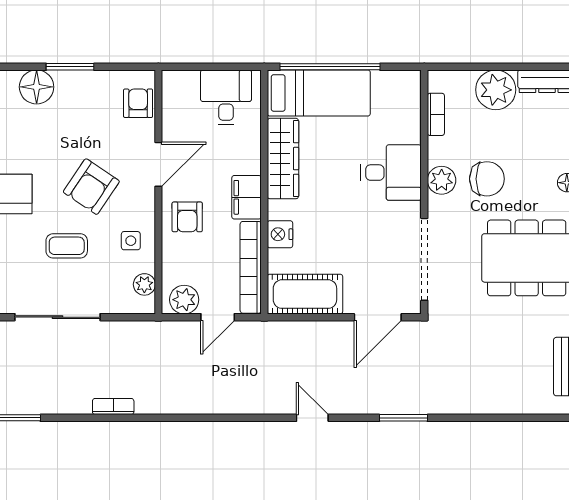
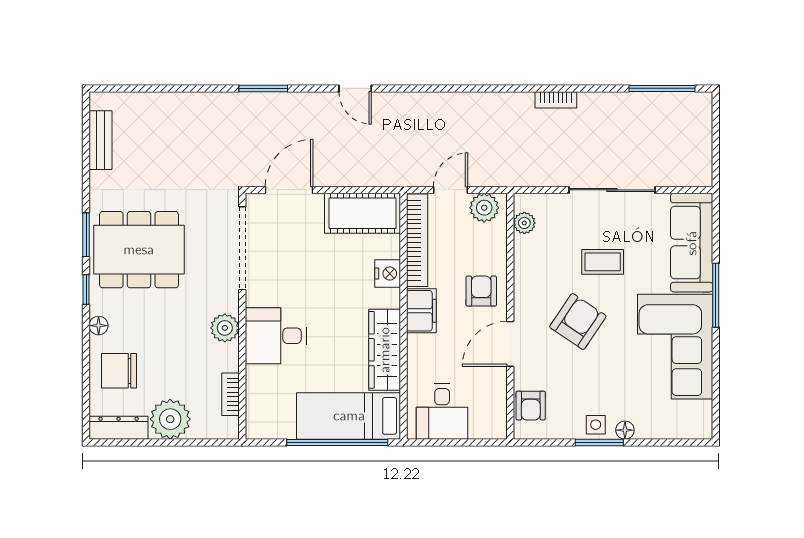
floor lamp: (37, 87) -> (625, 430), width x0.53, depth x0.53
chair: (487, 179) -> (119, 371), moved
side table: (131, 241) -> (596, 425), moved

